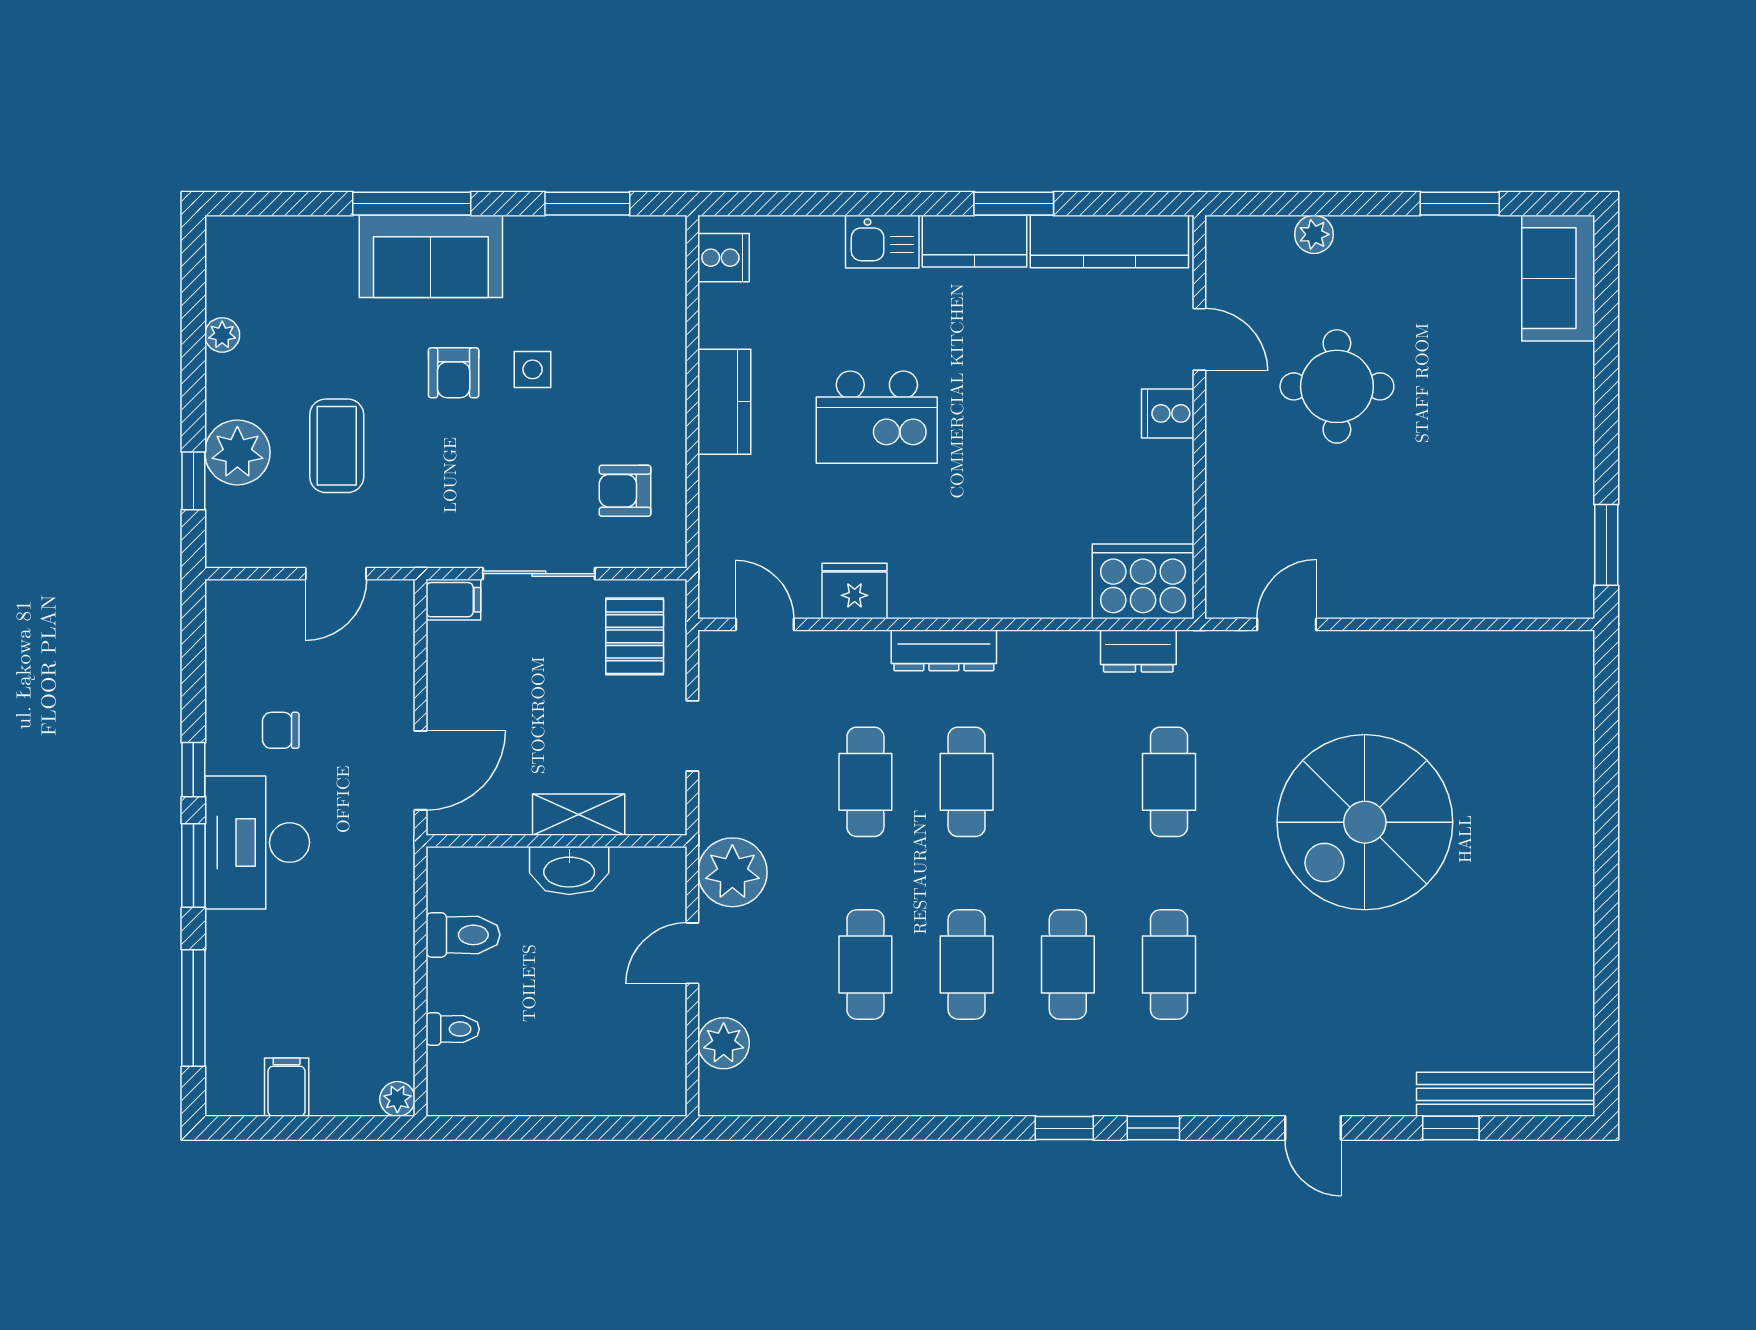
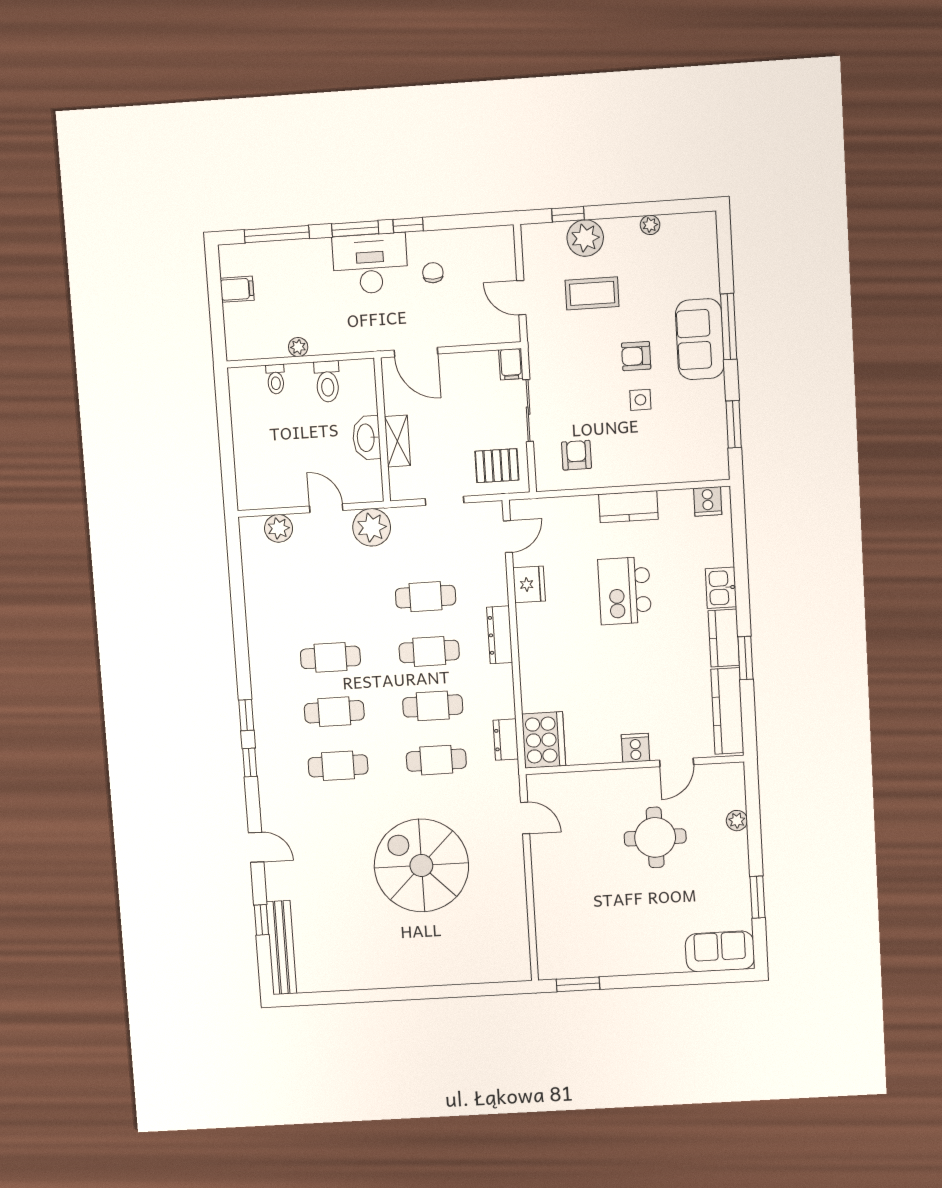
cafe table: (865, 964) -> (433, 706), moved
plant: (397, 1099) -> (298, 347), moved
door: (1313, 1128) -> (256, 847), swing flipped

